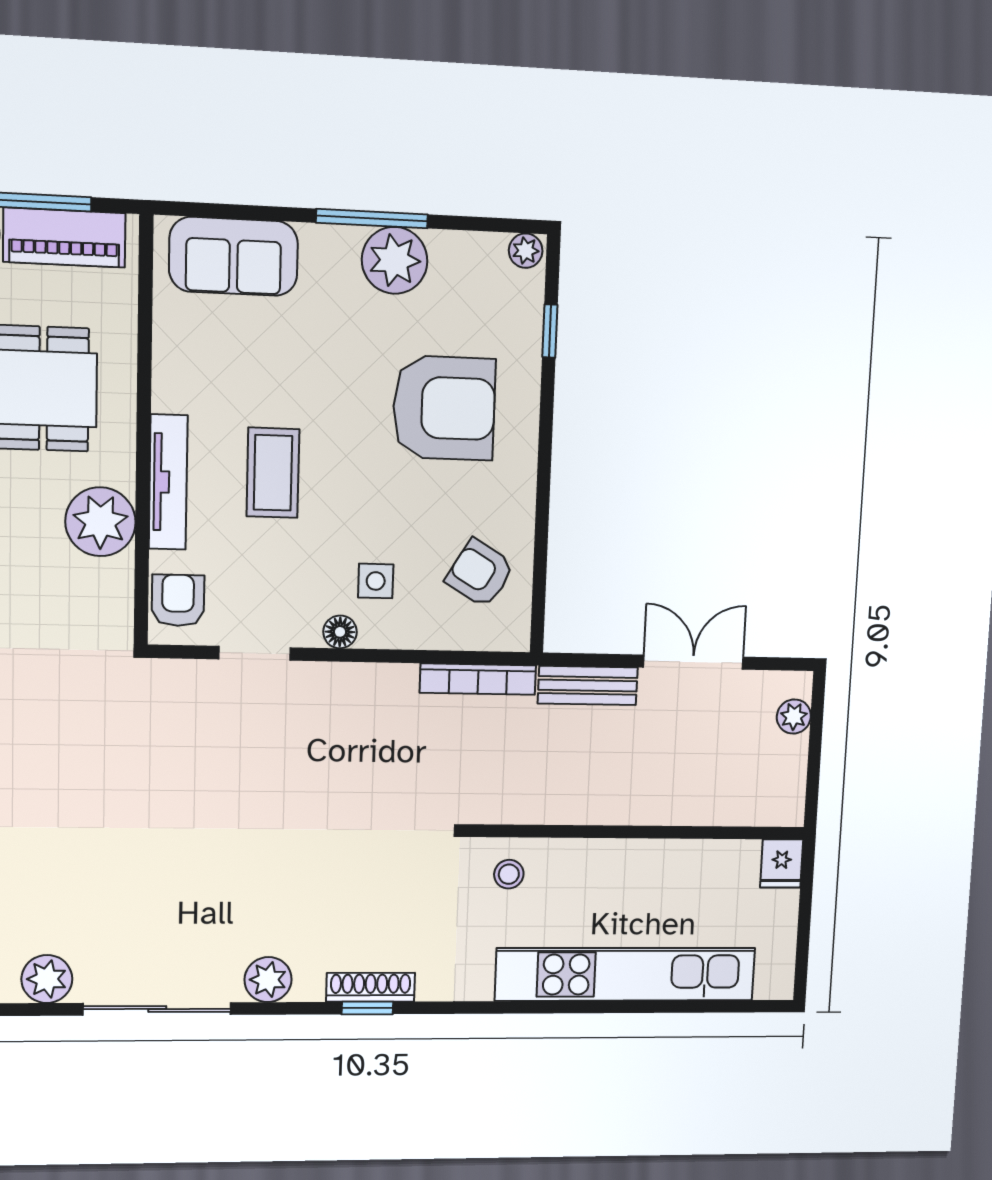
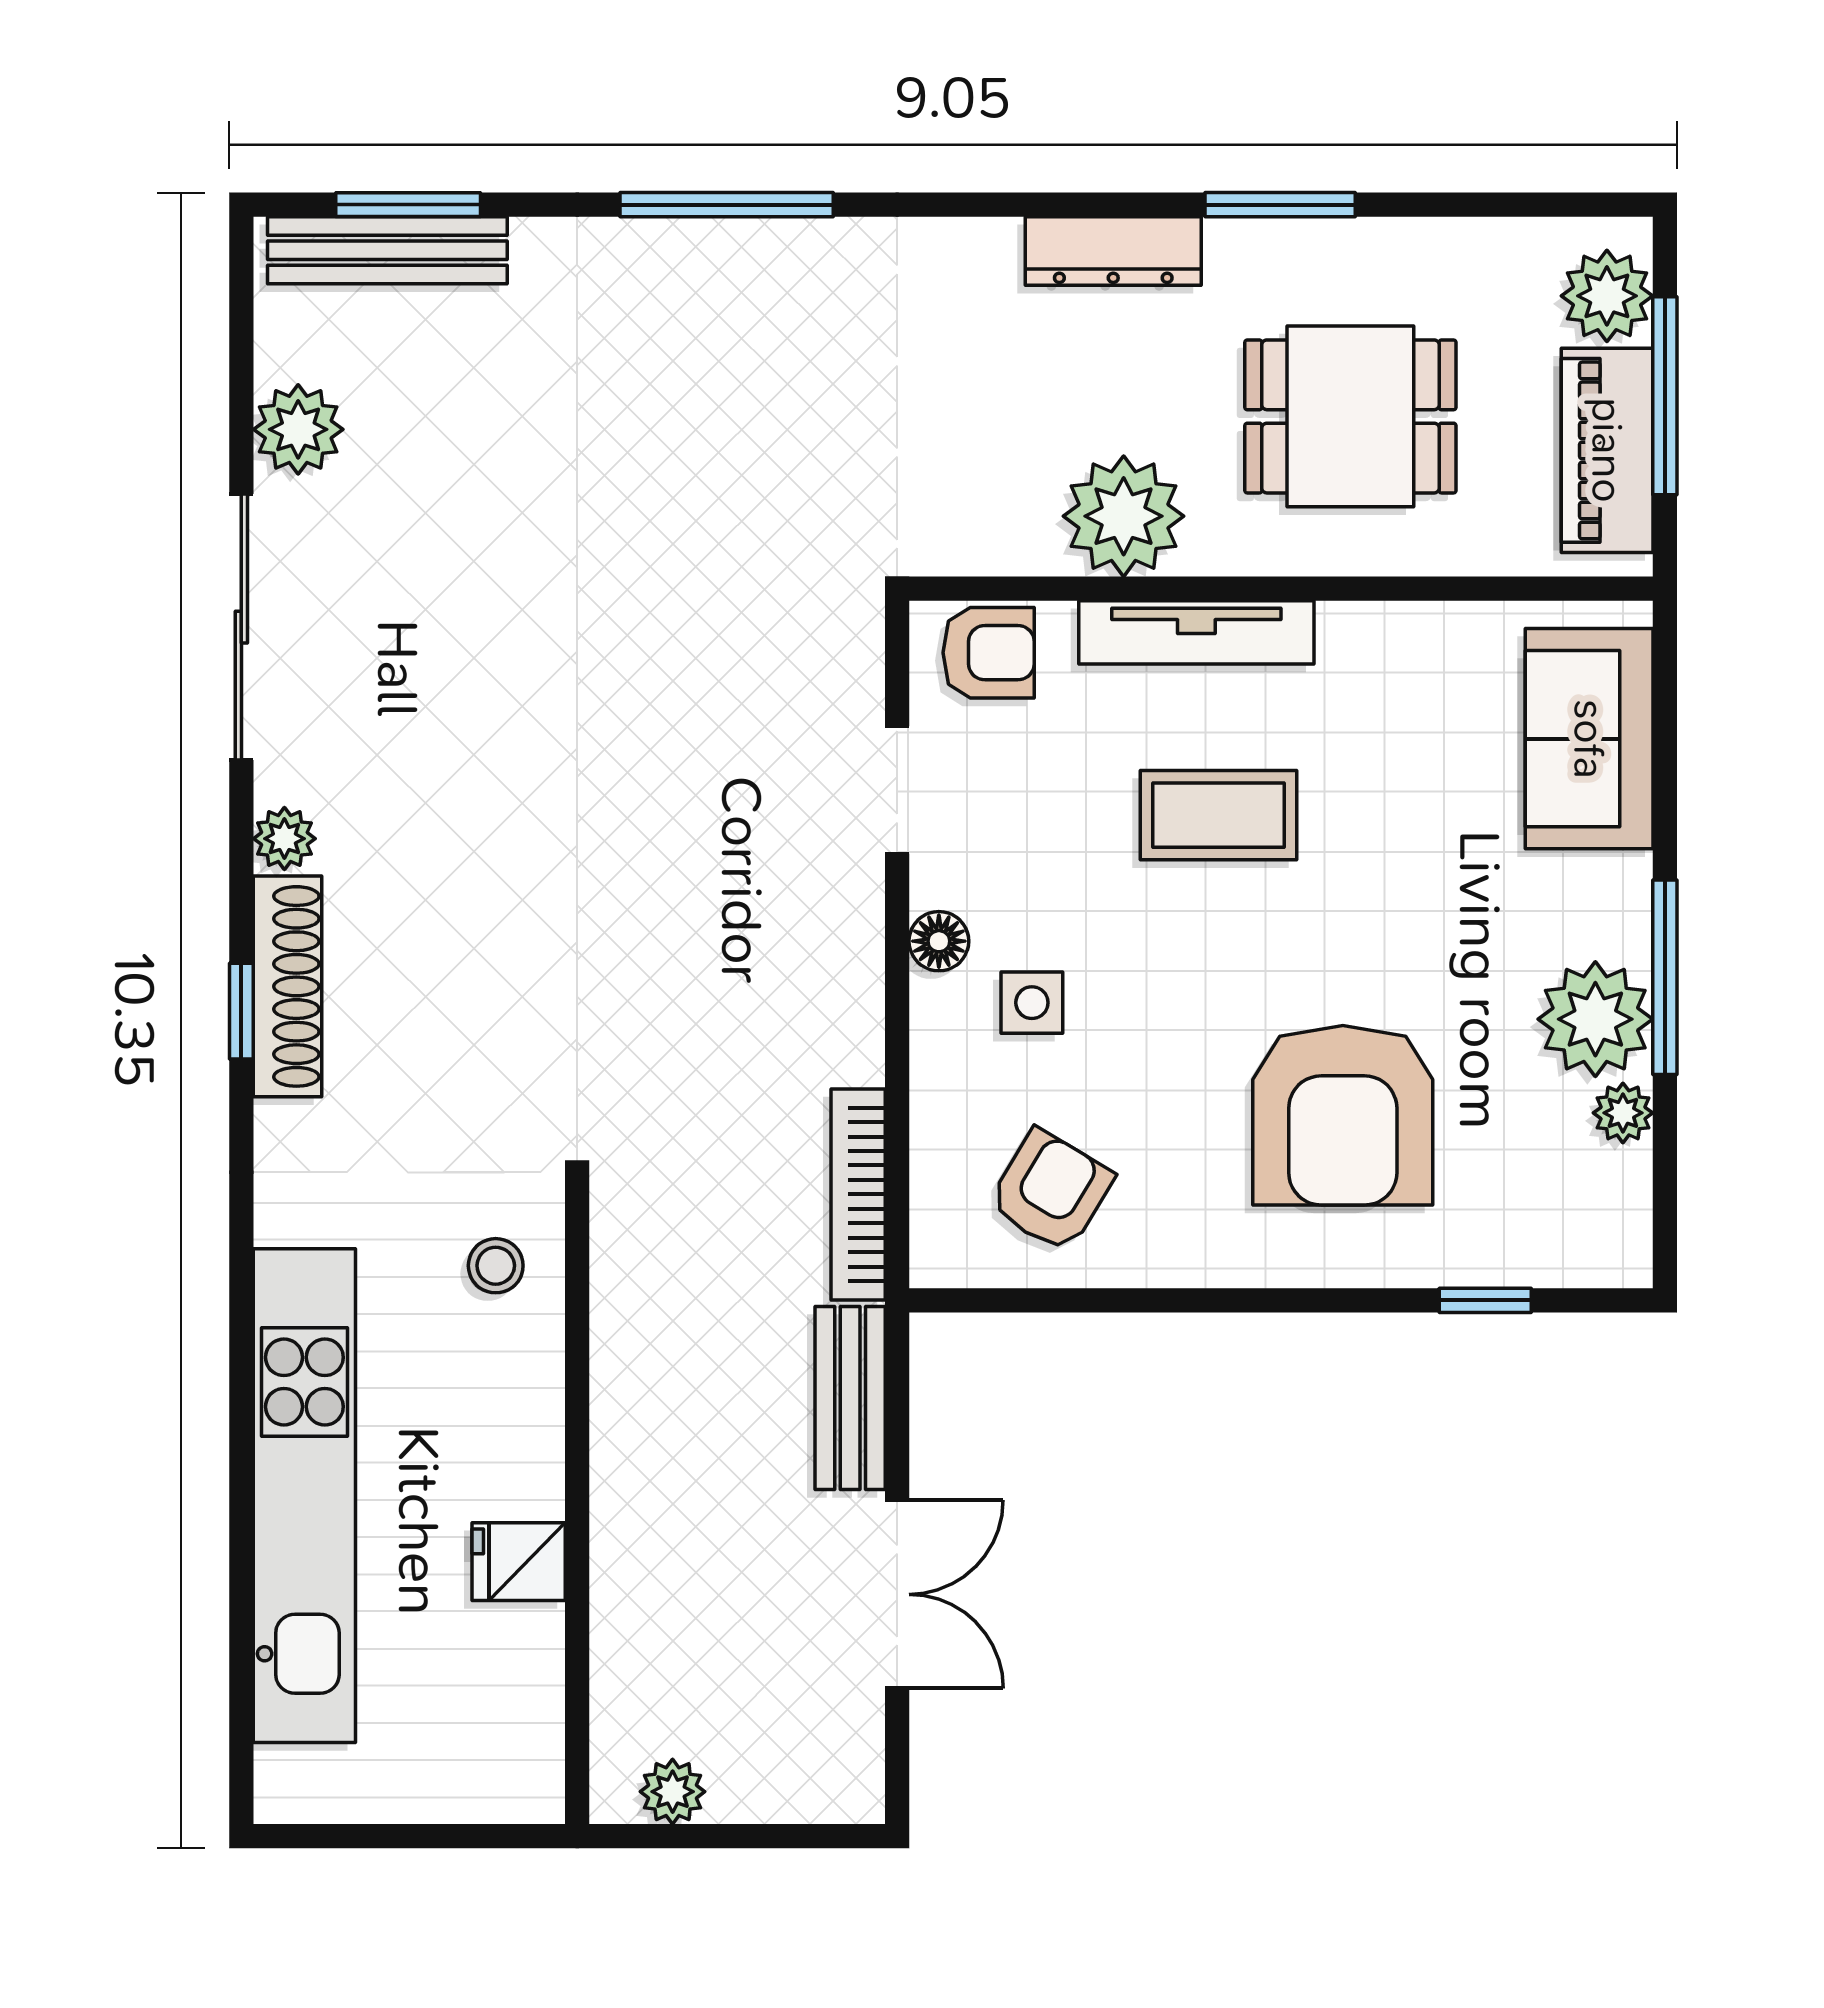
plant: (526, 251) -> (1623, 1113), moved
plant: (794, 716) -> (673, 1792), moved
fridge: (782, 864) -> (519, 1562), moved
plant: (268, 980) -> (284, 839), width x0.73, depth x0.73
shoe rack: (371, 987) -> (287, 986), width x1.36, depth x1.24

